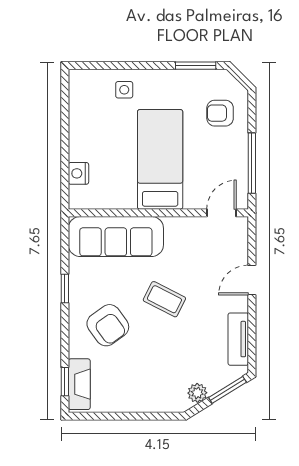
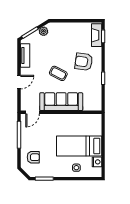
bed: (160, 159) -> (79, 146), moved, turned 90
nightstand: (78, 173) -> (97, 162), moved
sofa: (116, 237) -> (61, 102), moved
armchair: (108, 325) -> (84, 62), turned -46

